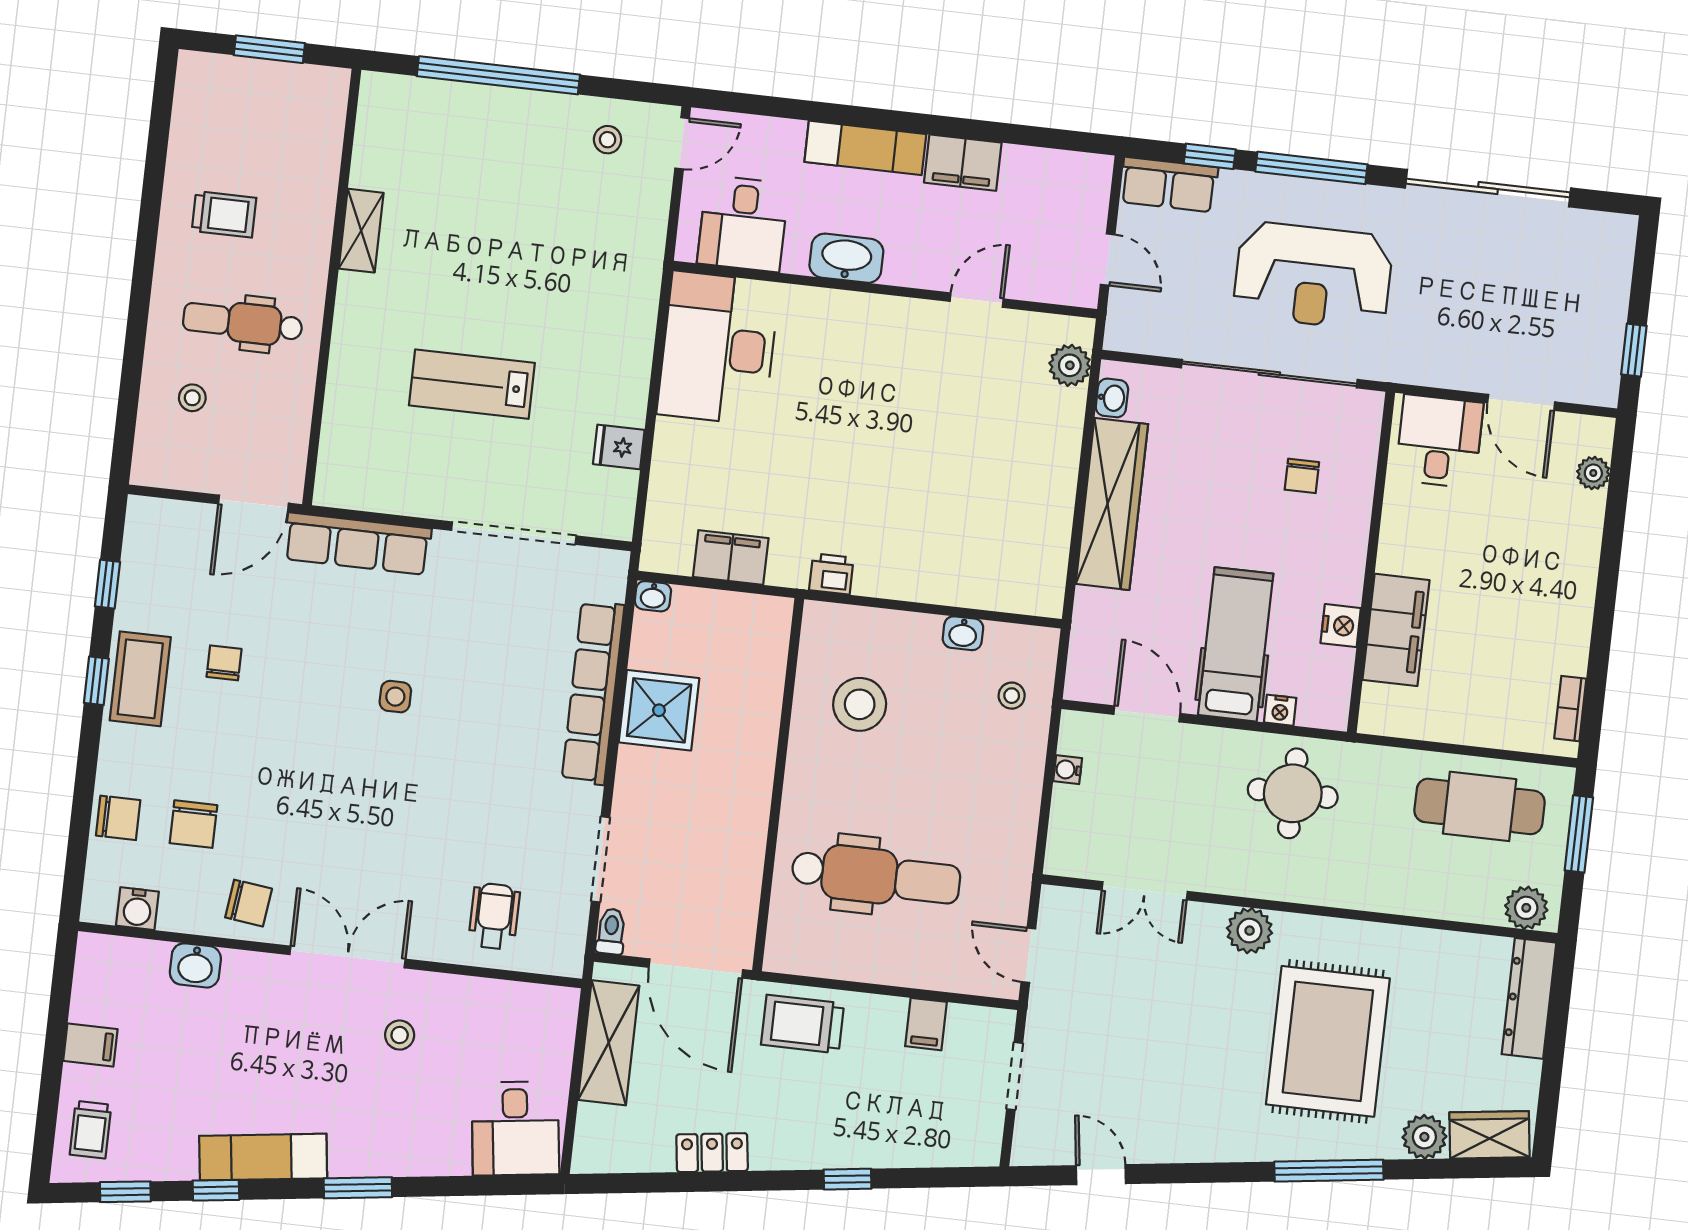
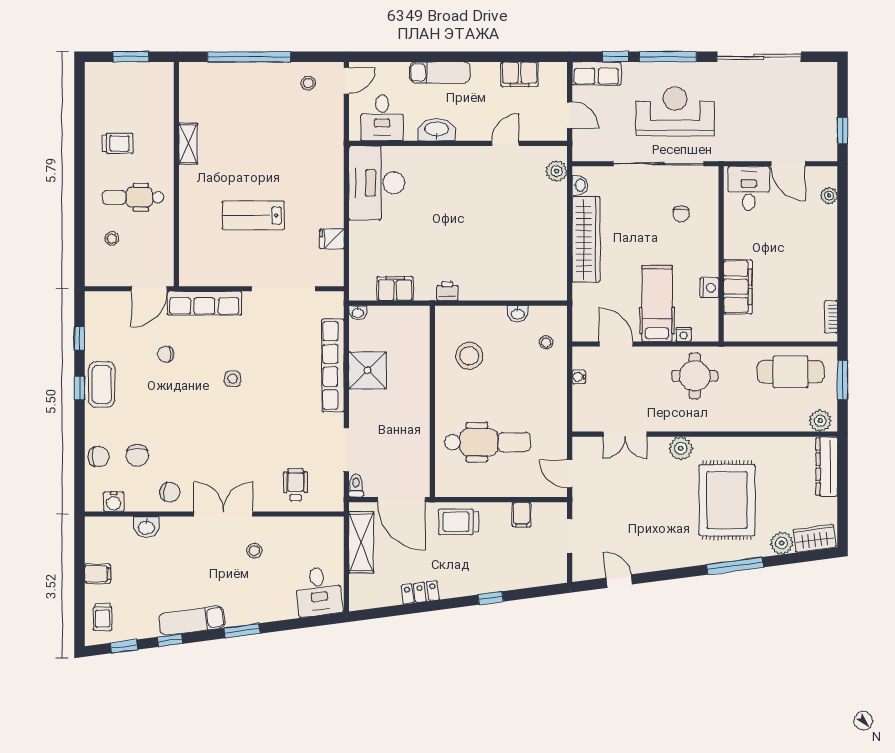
filing cabinet: (963, 163) -> (520, 74), moved
reception desk: (1313, 276) -> (675, 111), turned 180
chair: (224, 663) -> (166, 354), moved, turned -90

